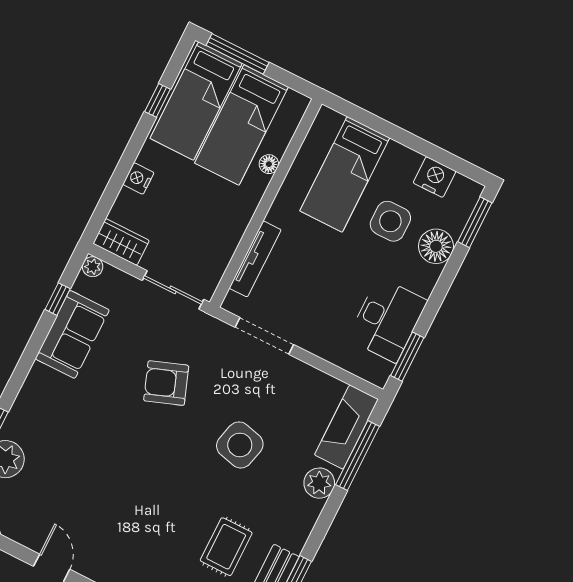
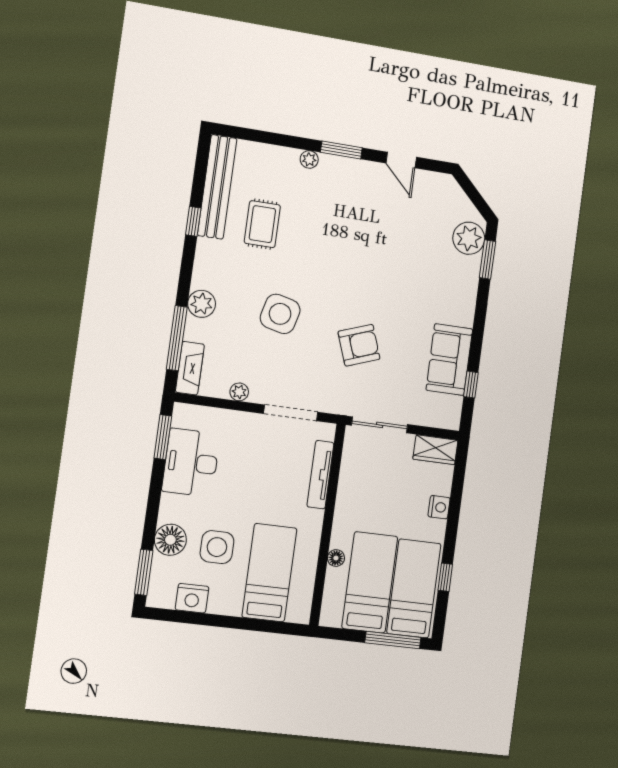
plant: (93, 267) -> (239, 392), moved
fireplace: (346, 427) -> (190, 368), width x0.73, depth x0.76

